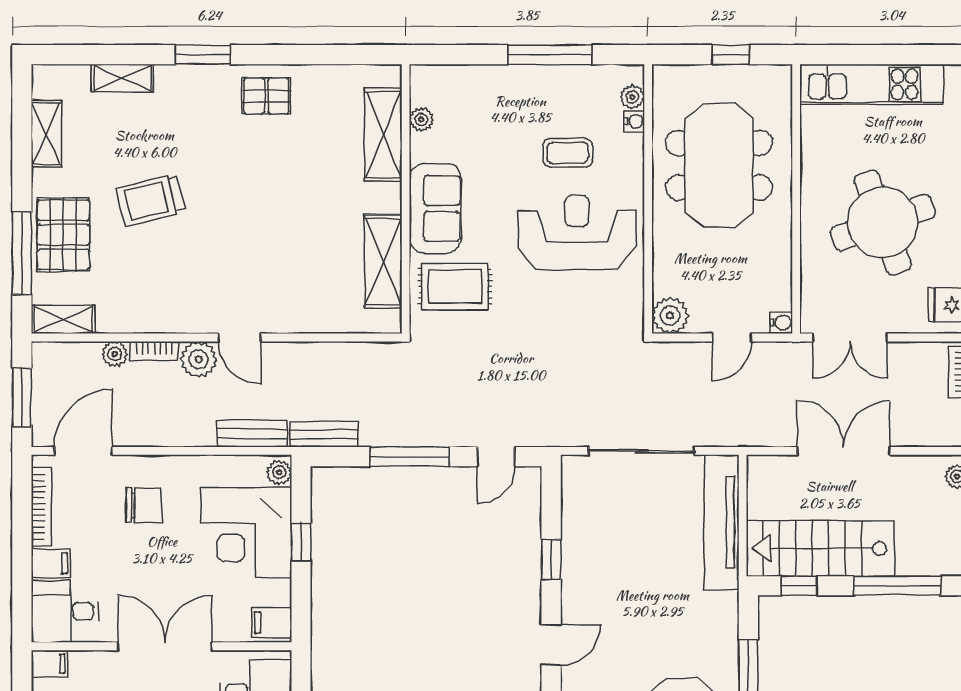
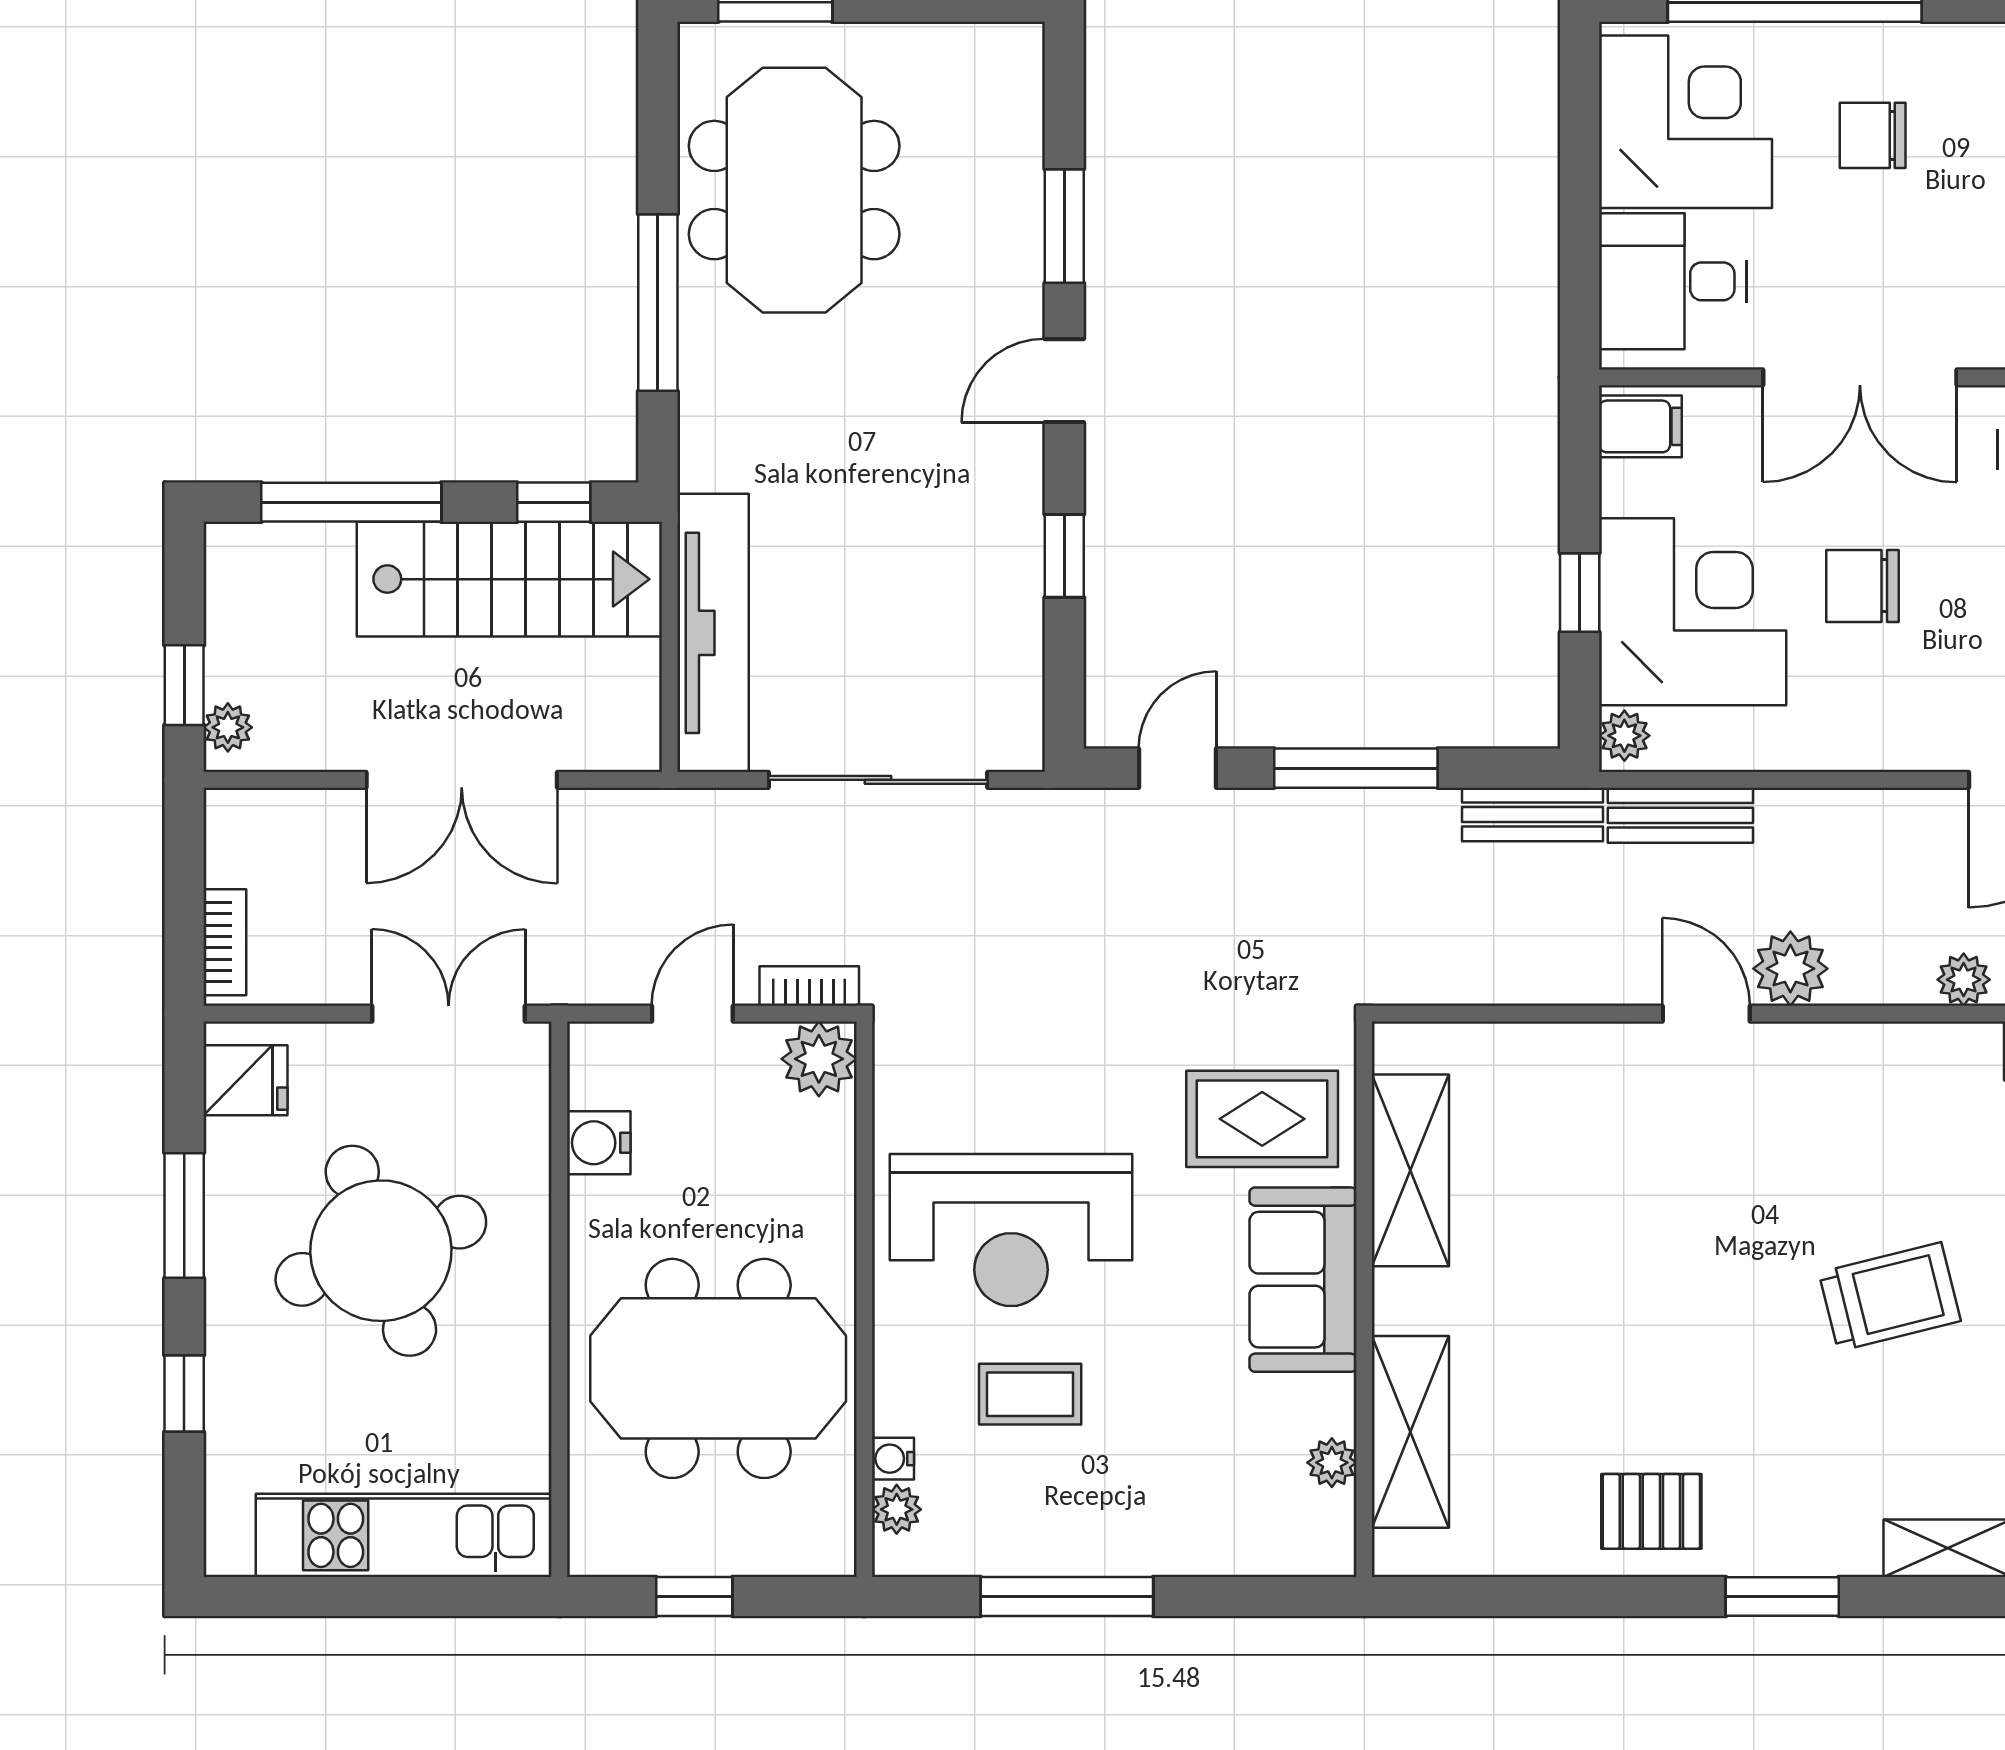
meeting table: (719, 165) -> (718, 1368), turned 90
water cooler: (781, 323) -> (599, 1143), moved, width x1.38, depth x1.38
bookcase: (154, 351) -> (809, 986), moved
chair: (144, 505) -> (1863, 586), moved

